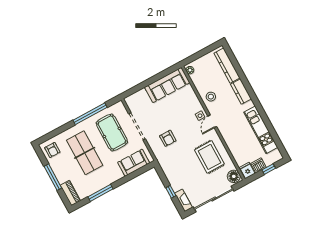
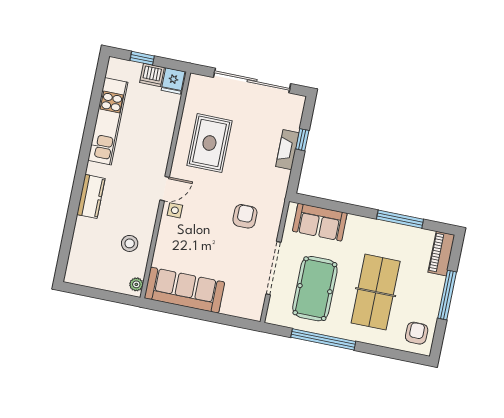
kitchen counter: (227, 66) -> (80, 248), removed
stool: (211, 97) -> (130, 243), moved
floor lamp: (234, 176) -> (198, 88), removed
fireplace: (184, 200) -> (287, 150), moved

